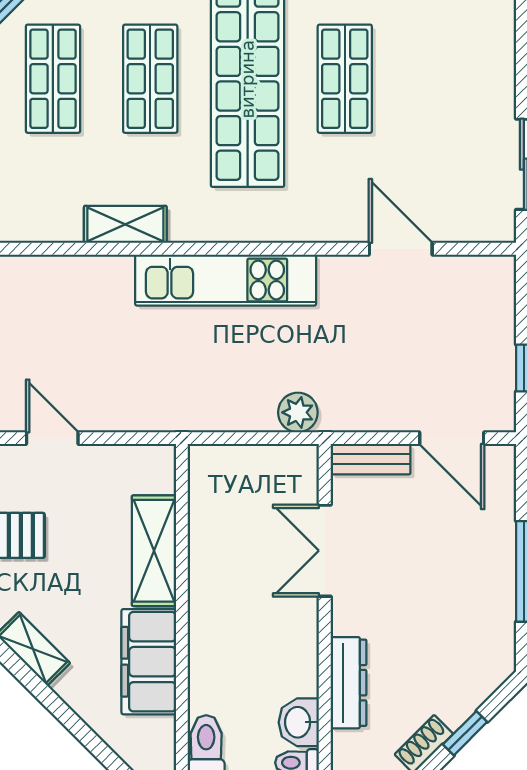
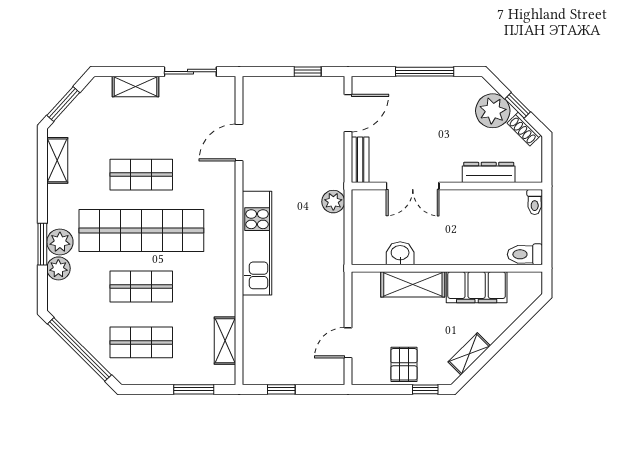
shelving: (498, 69) -> (135, 87), added
shelving: (125, 224) -> (225, 341), moved
plant: (456, 690) -> (493, 111), added
washbasin: (299, 722) -> (400, 253), moved, turned 180

